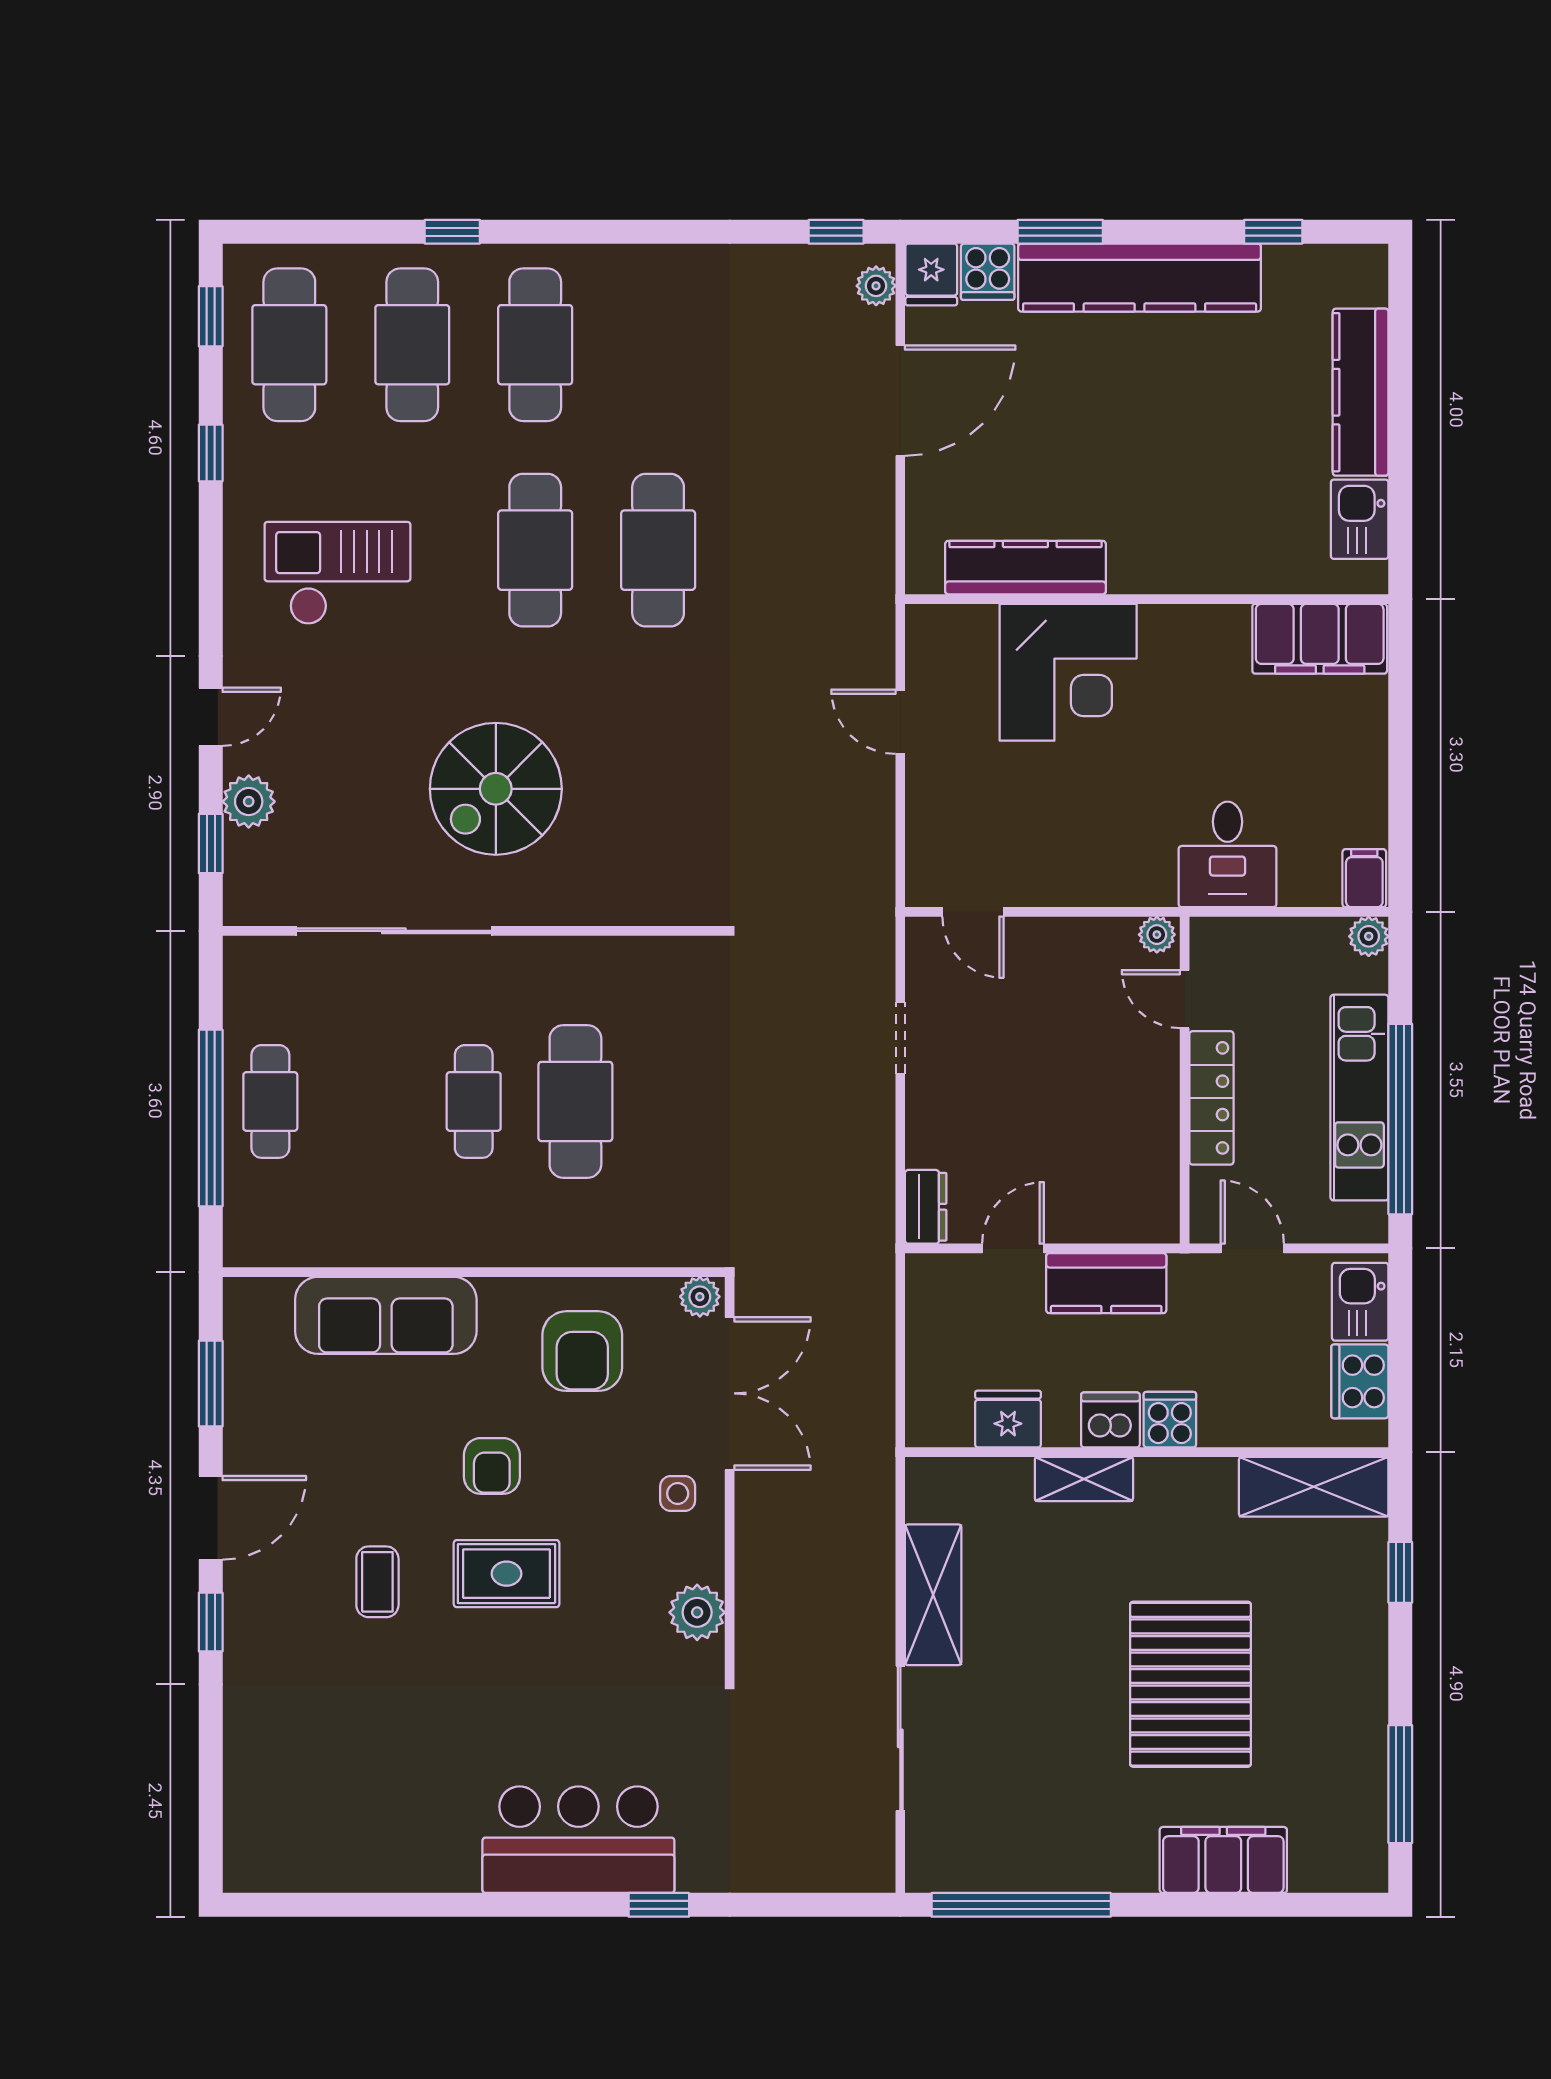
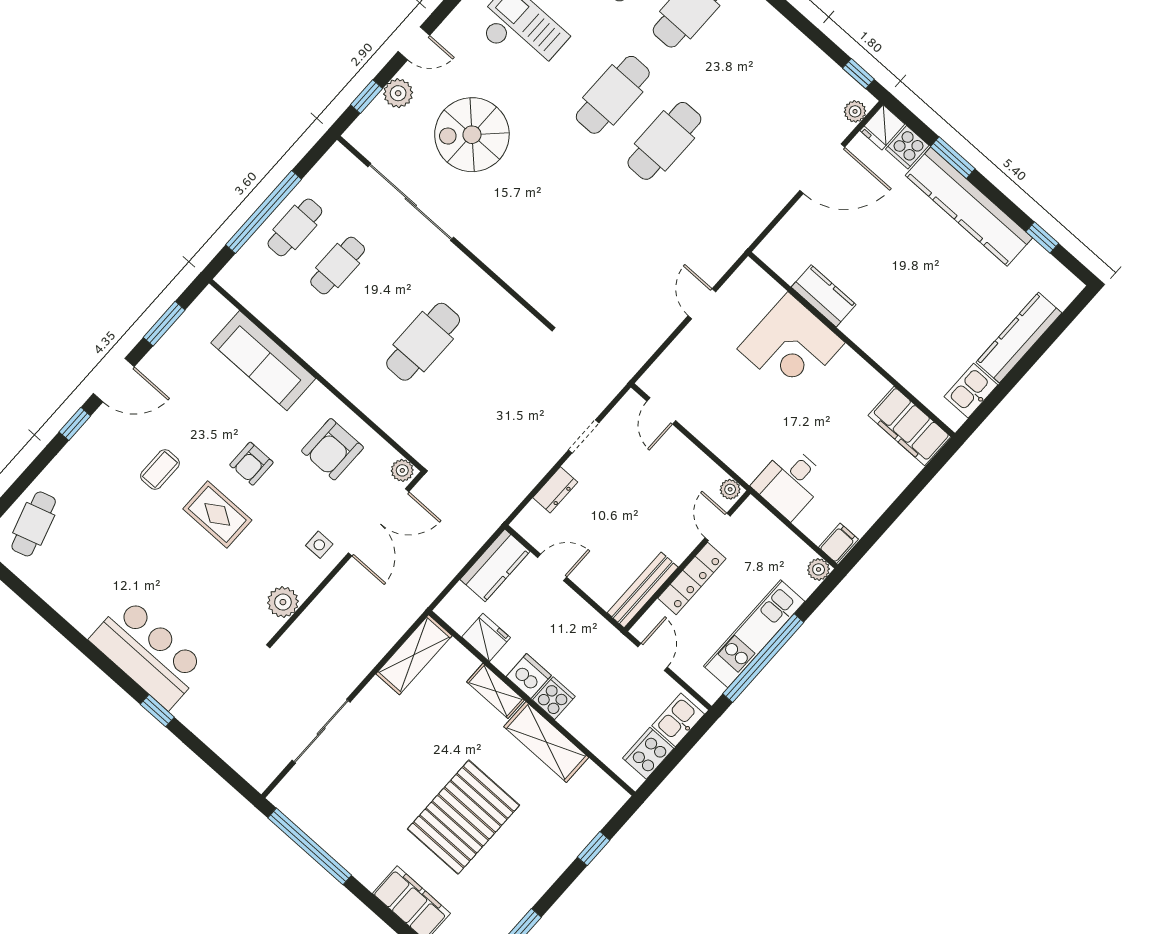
kitchen counter: (1025, 568) -> (824, 296), width x0.67
spiral stairs: (496, 789) -> (472, 135), moved
cafe table: (474, 1101) -> (338, 266), moved
bench: (1160, 1171) -> (643, 590), added
dresser: (926, 1207) -> (555, 490), moved
kitchen counter: (1106, 1283) -> (495, 565), moved, turned -90
shelving: (1314, 1487) -> (546, 742), moved
shelving: (933, 1595) -> (414, 655), moved
cafe table: (274, 1803) -> (34, 524), added

